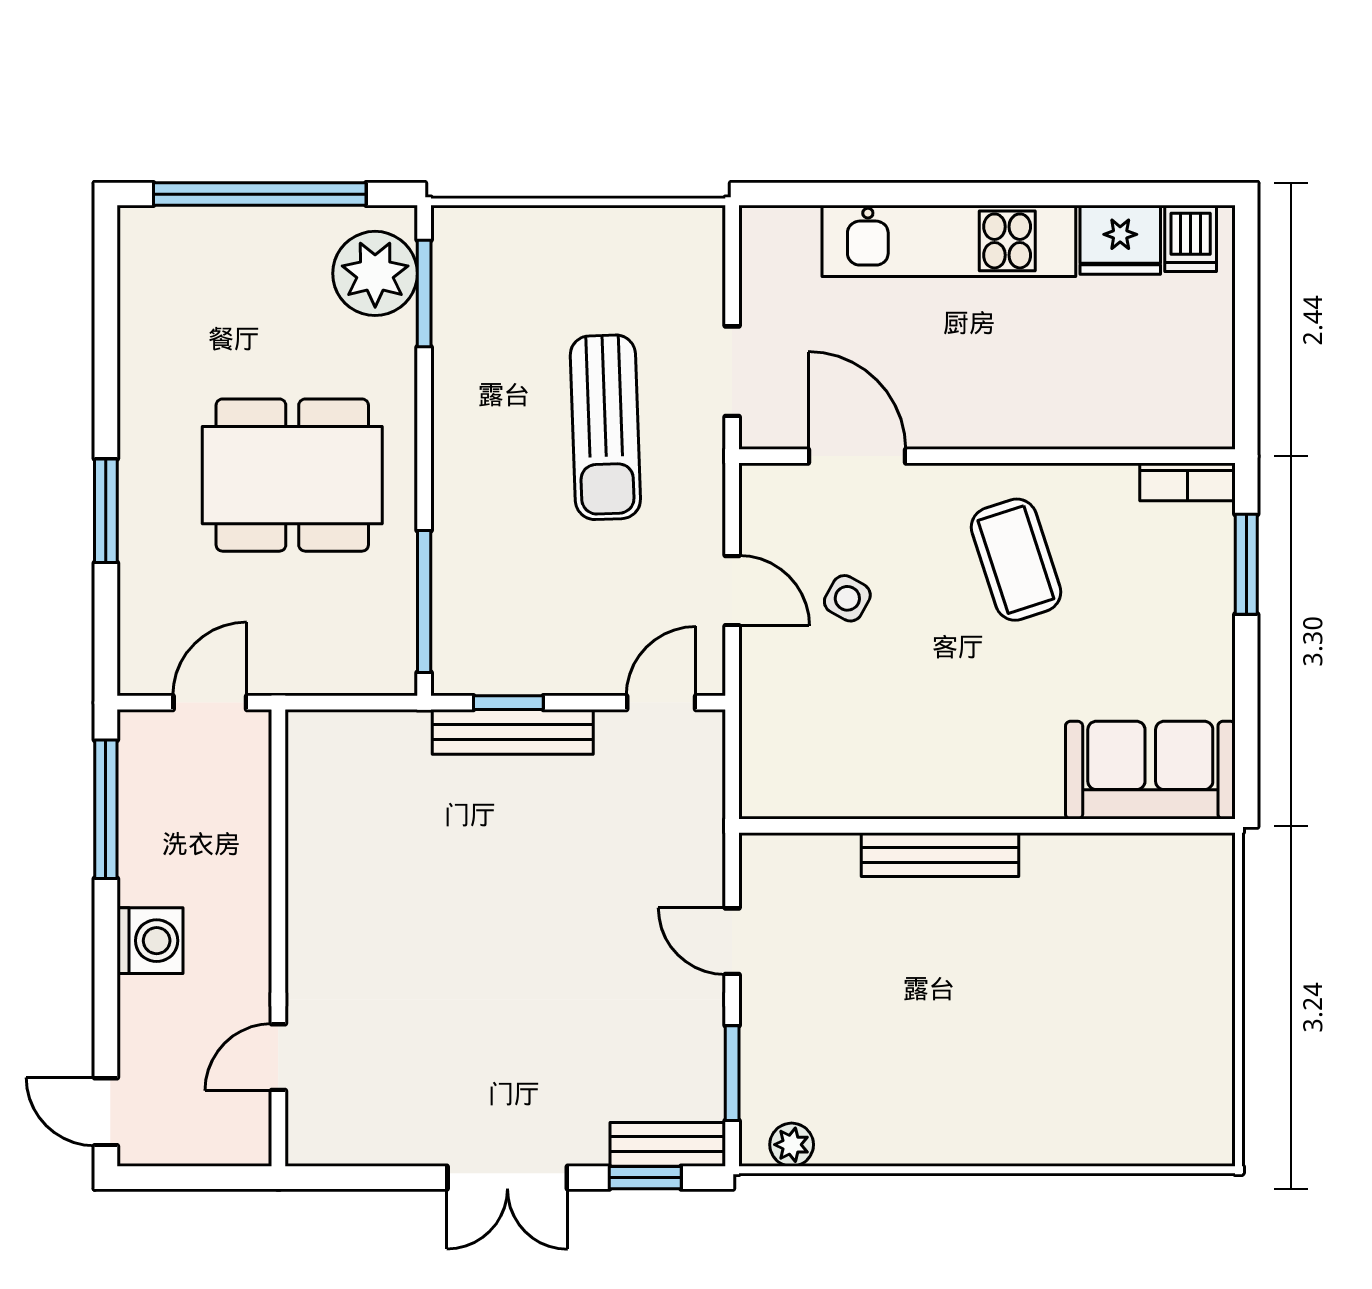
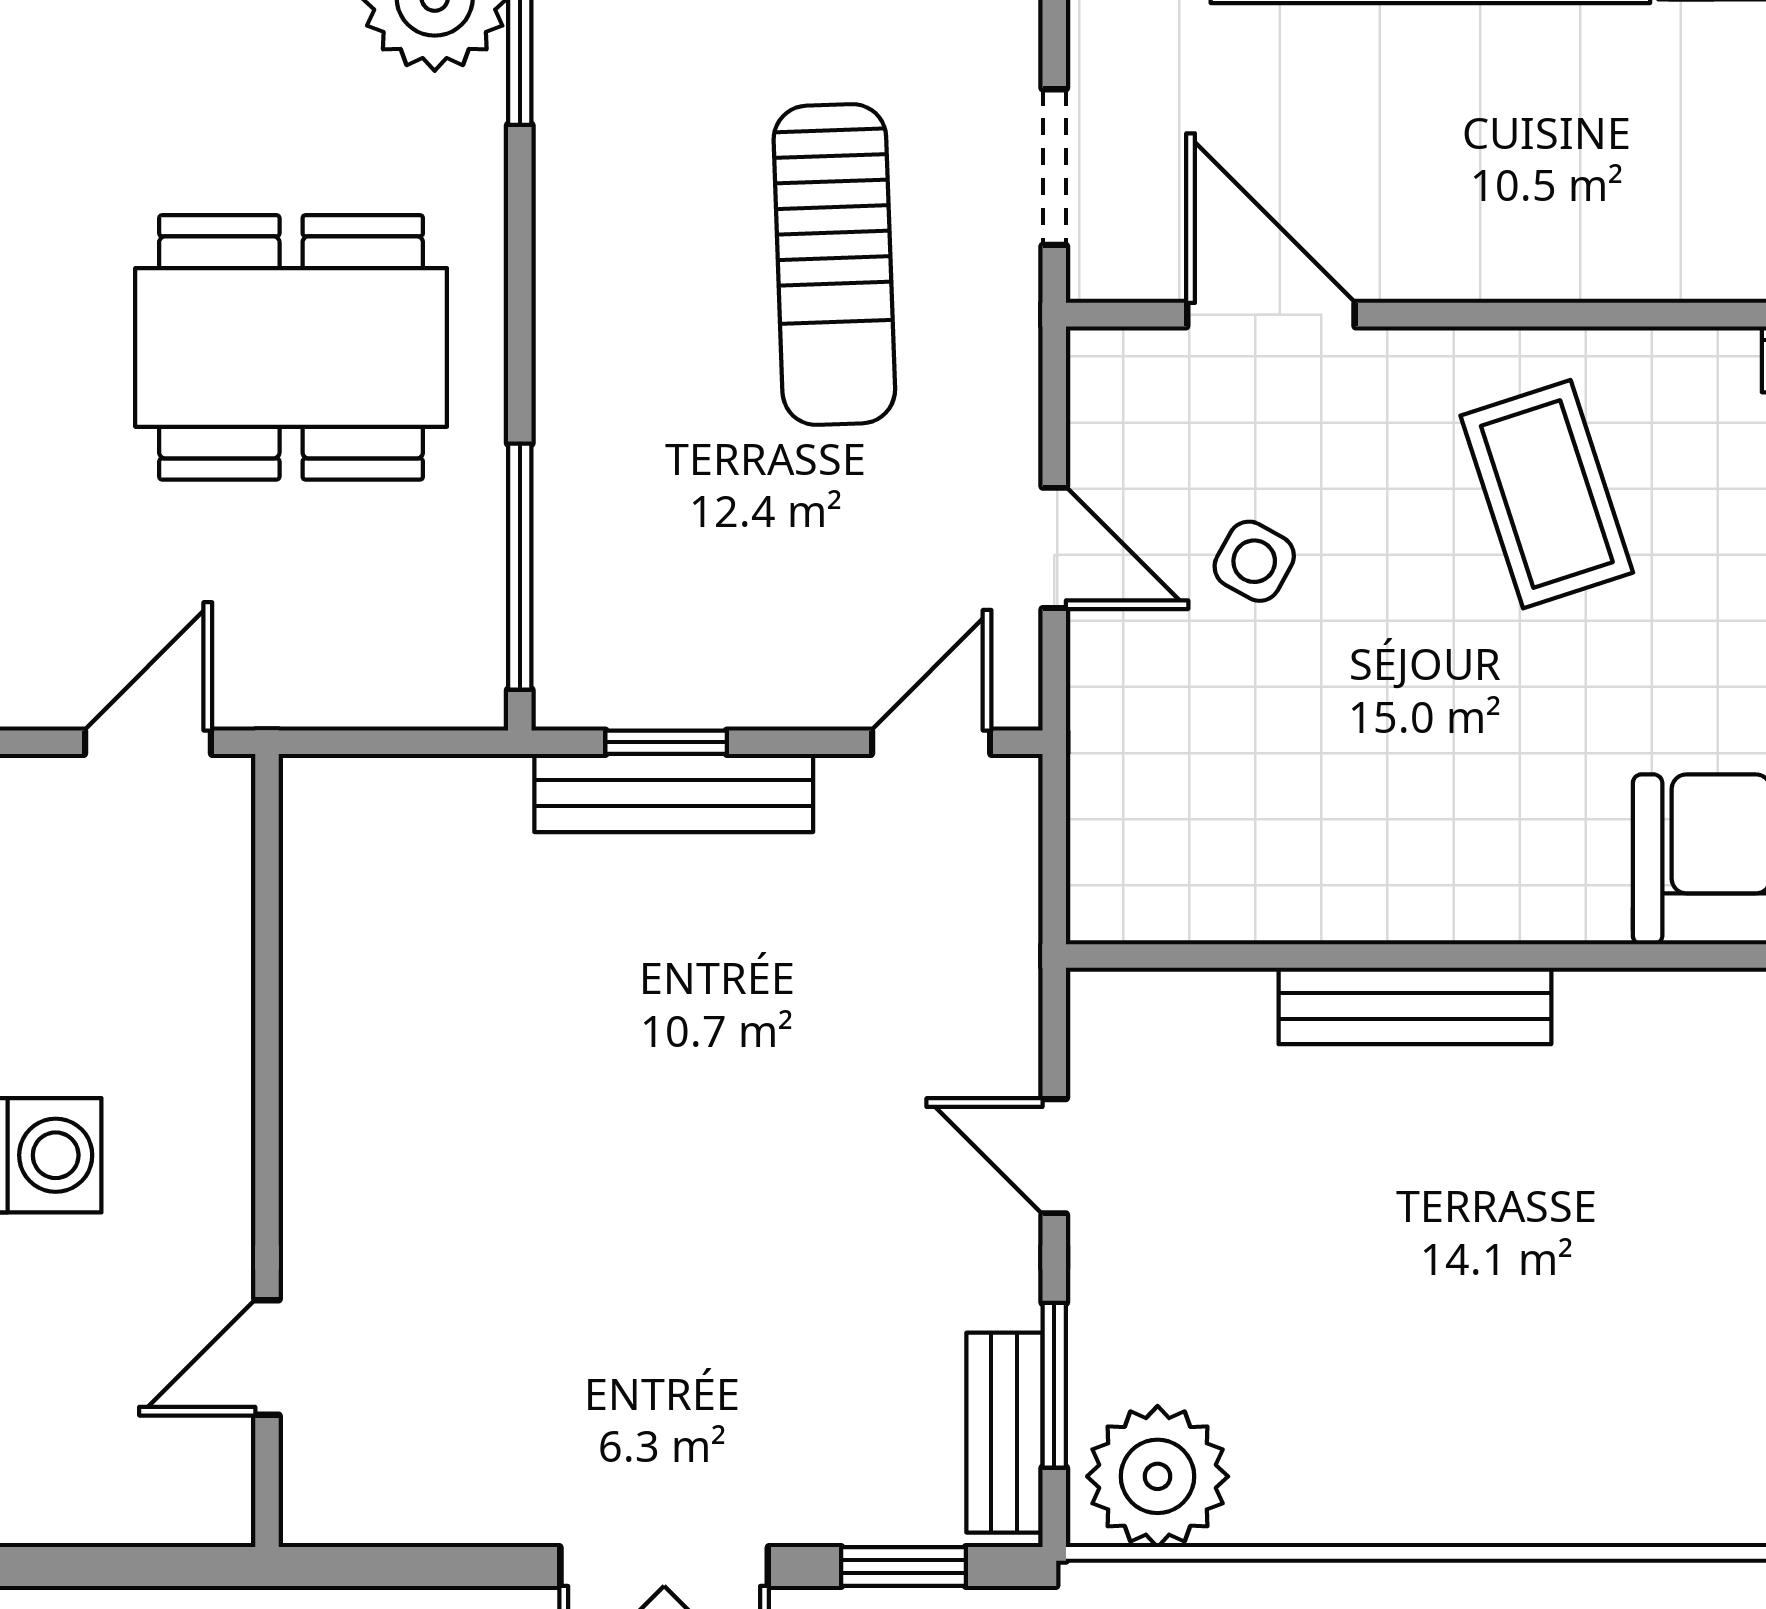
bench: (668, 1144) -> (1004, 1433), moved, turned 90
plant: (792, 1145) -> (1158, 1476), width x1.88, depth x1.88

